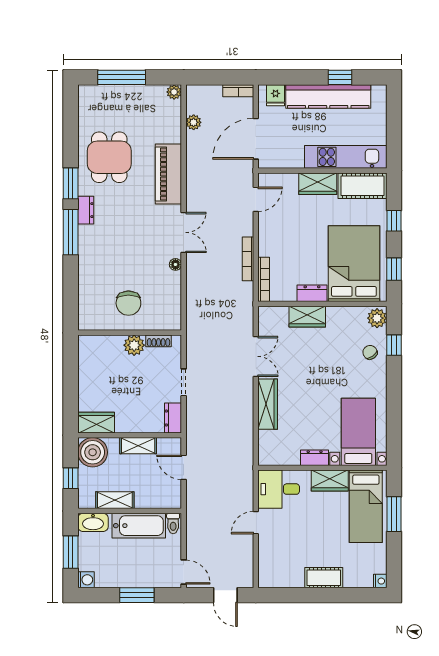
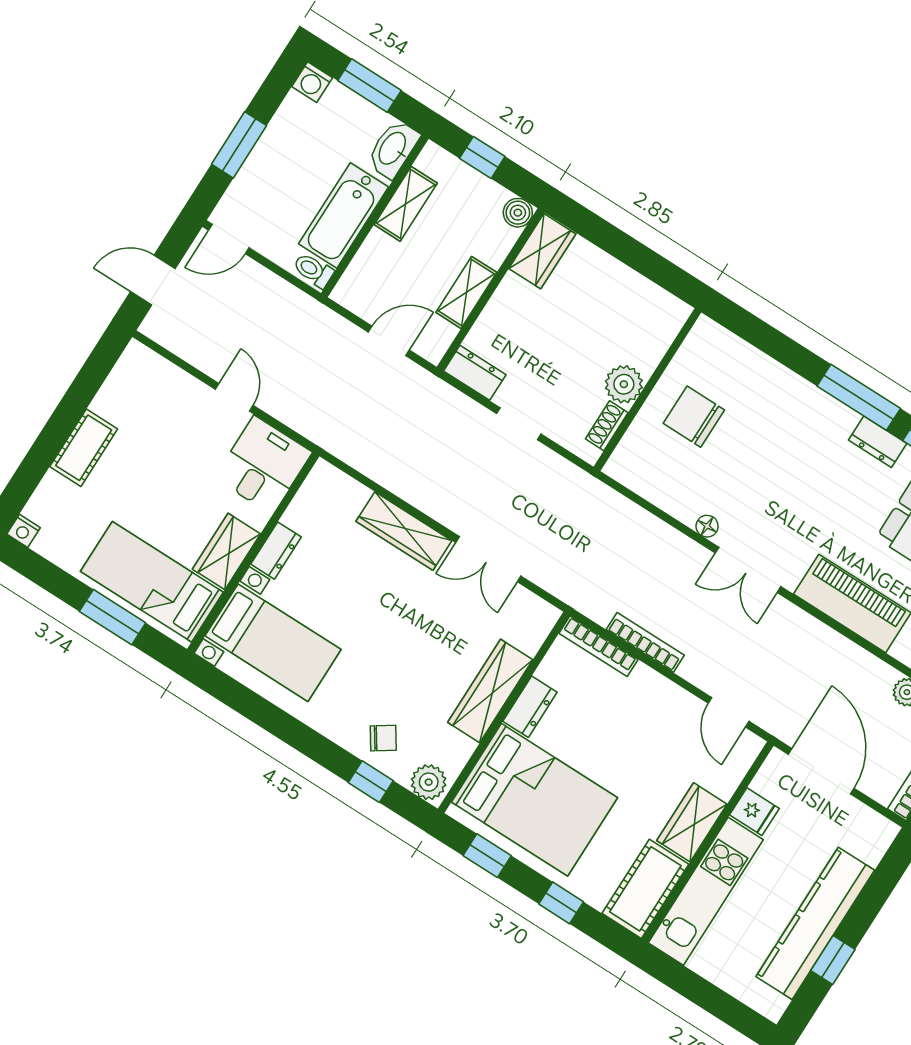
fridge: (276, 95) -> (754, 812), moved, turned 180
wardrobe: (307, 317) -> (490, 691), width x1.50
boiler: (93, 452) -> (518, 213), width x0.54, depth x0.54

